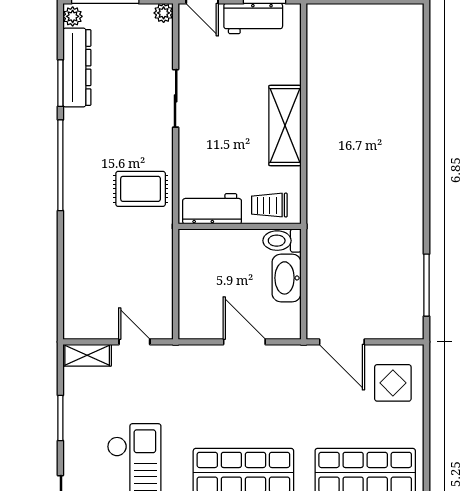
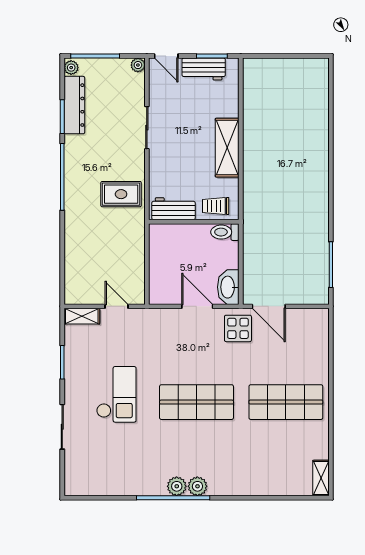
washbasin: (287, 278) -> (228, 287), moved
display table: (393, 383) -> (238, 328), moved

